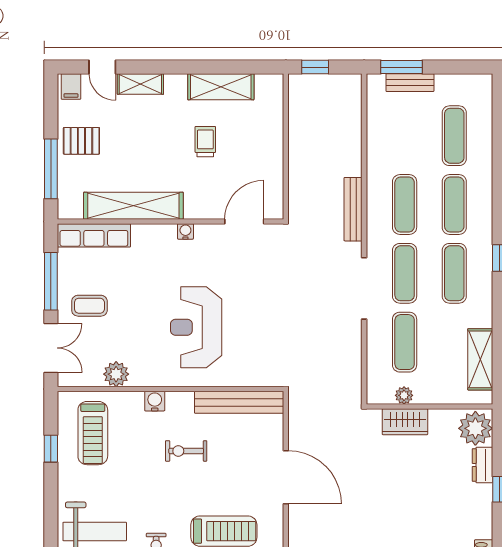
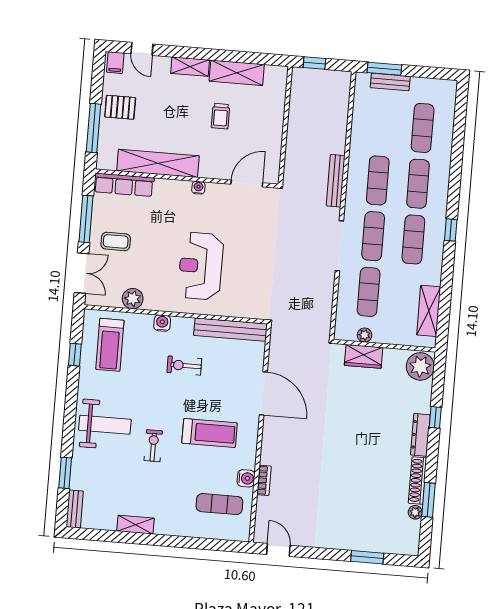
shelving: (140, 84) -> (190, 67), moved
trolley: (205, 142) -> (220, 116), turned 180
dresser: (482, 465) -> (420, 435), moved, width x1.44

